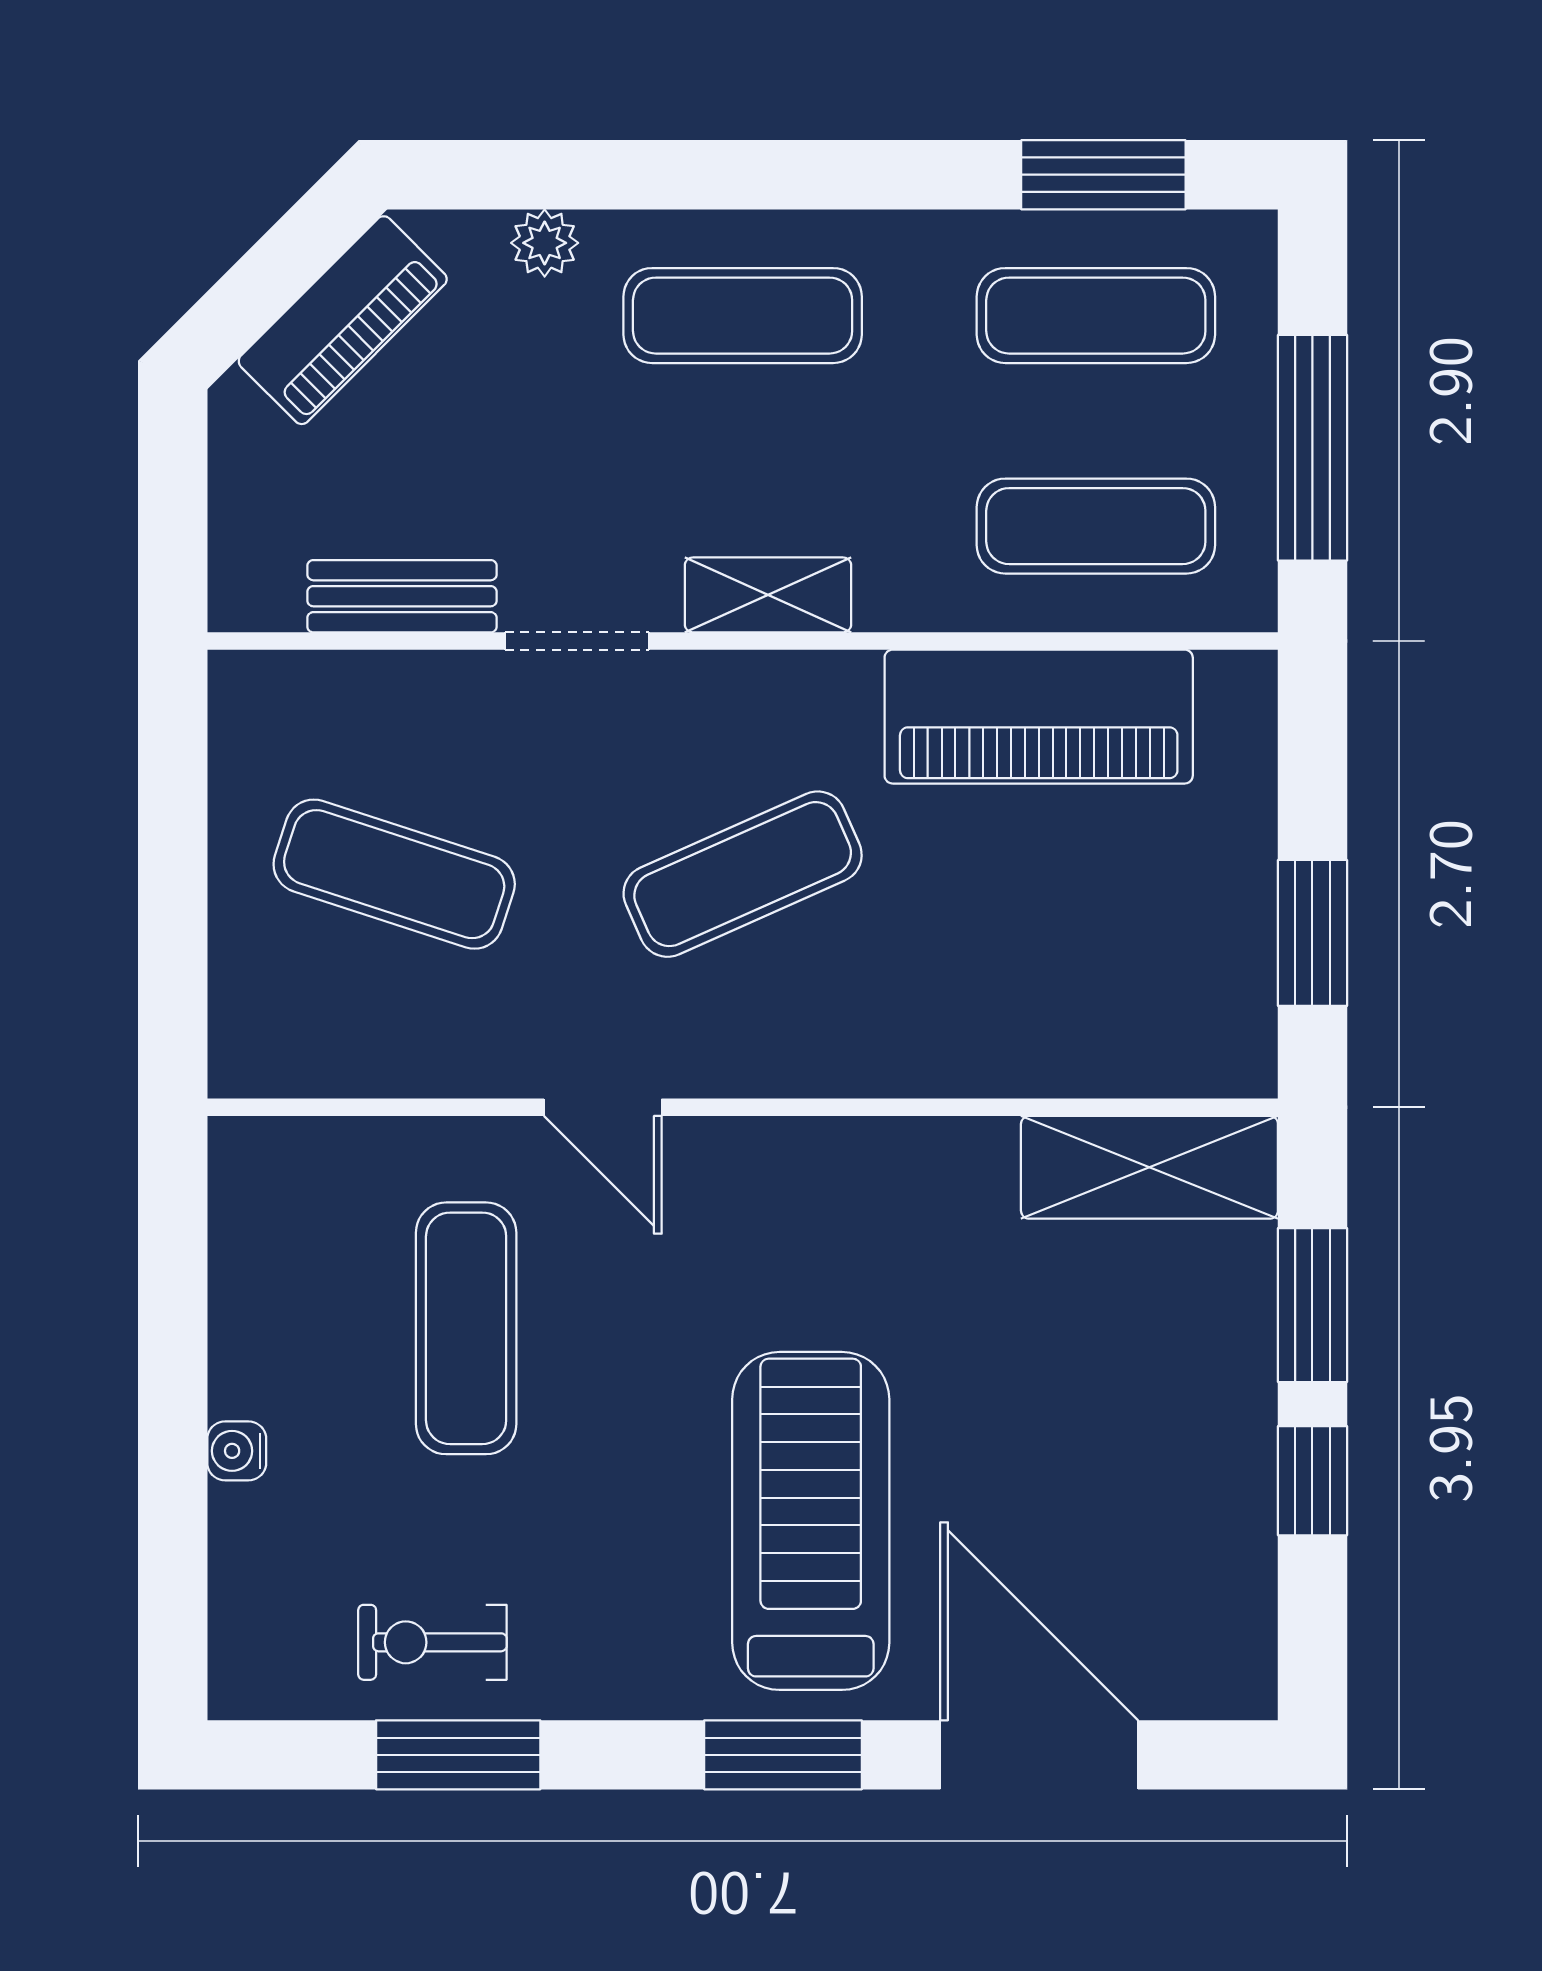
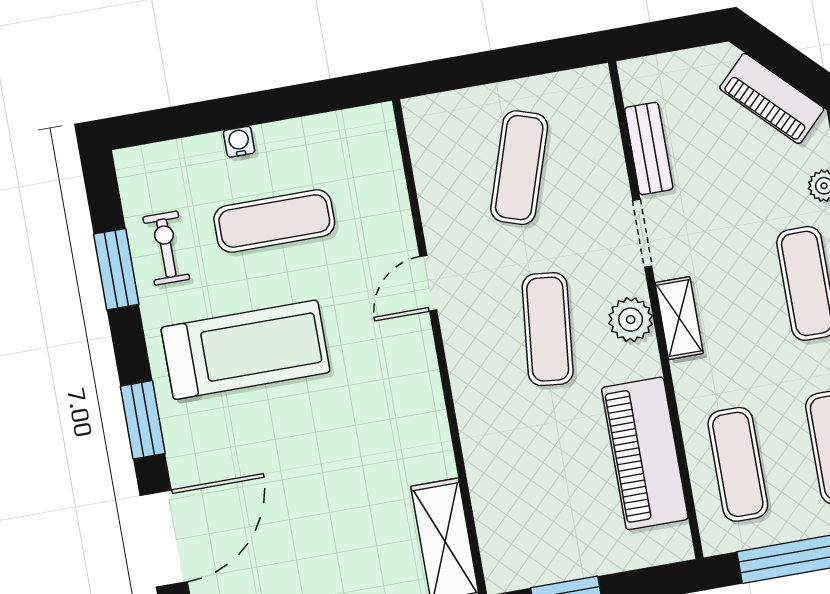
plant: (753, 697) -> (631, 320), added
exercise mat: (743, 874) -> (548, 329), turned 30
exercise mat: (466, 1328) -> (274, 221), moved
treadmill: (811, 1521) -> (246, 350), moved

